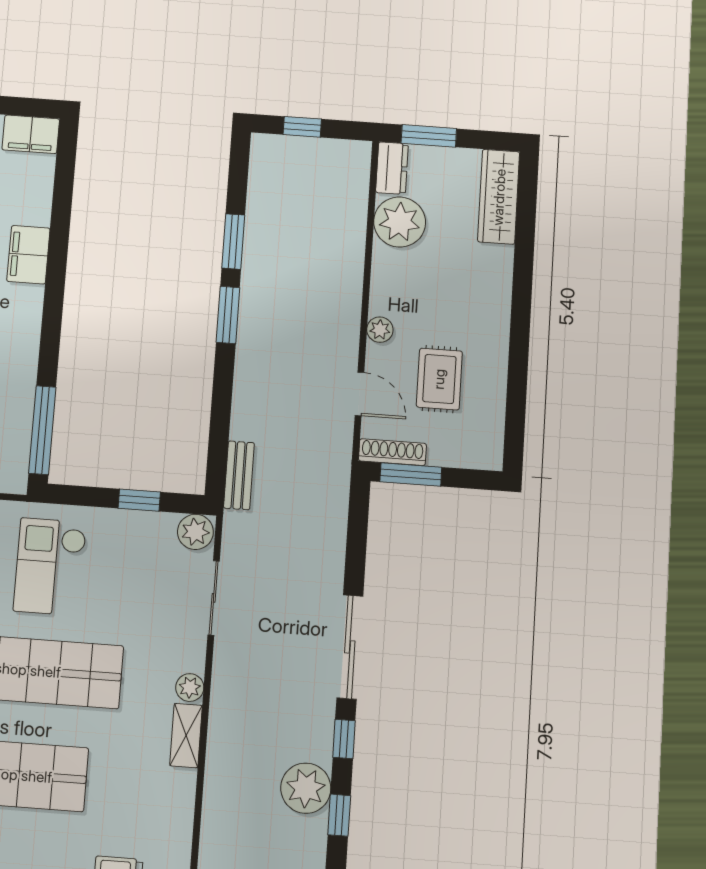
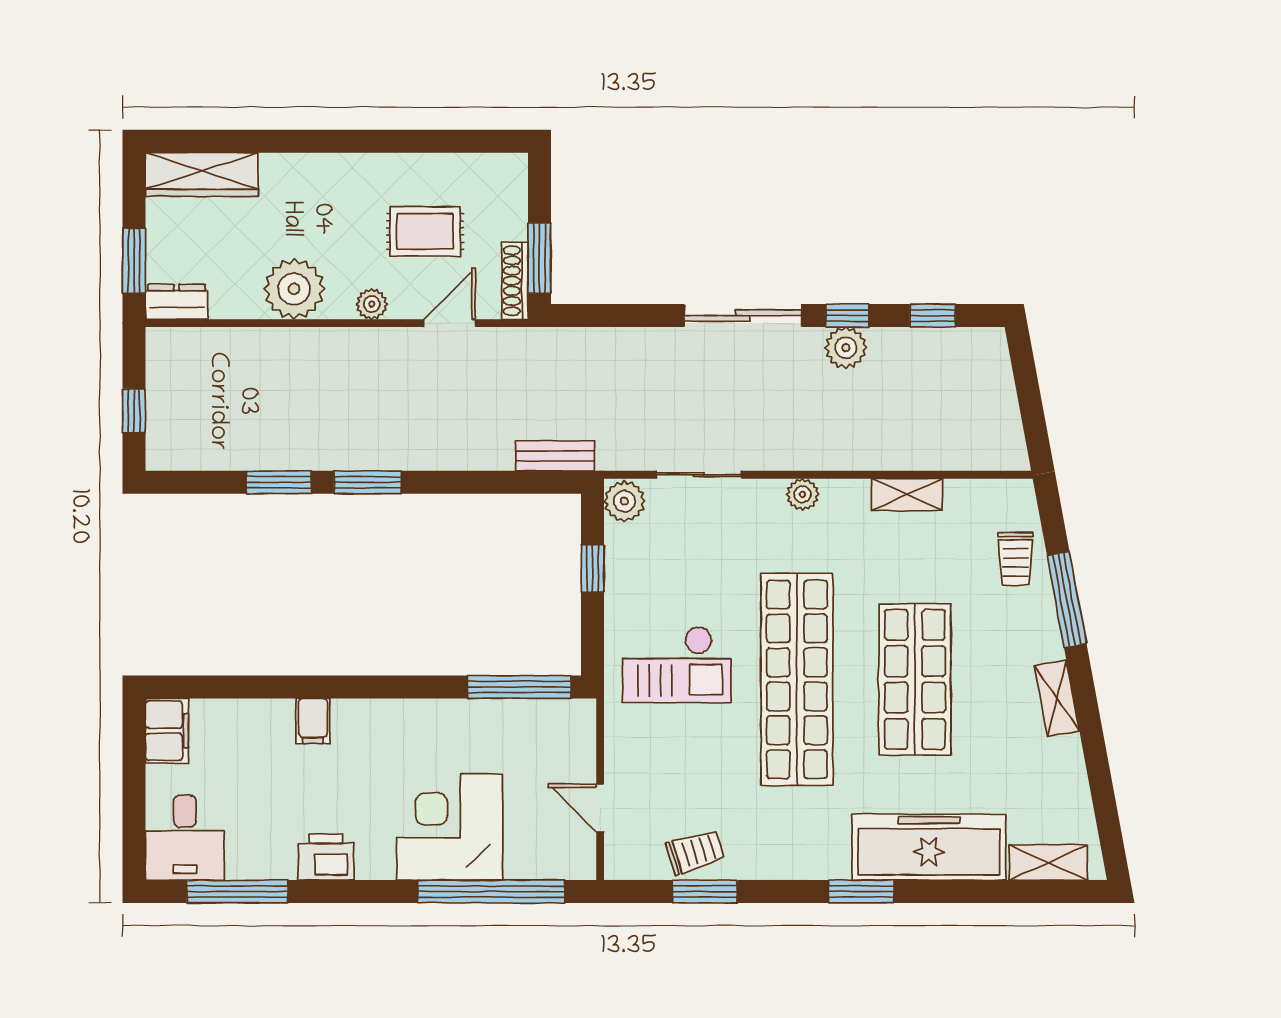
plant: (400, 222) -> (294, 289), moved
filing cabinet: (28, 255) -> (313, 721), width x0.50
shelving: (186, 736) -> (907, 494), moved
plant: (306, 788) -> (846, 348), moved, width x0.73, depth x0.73

